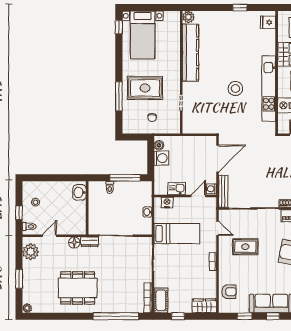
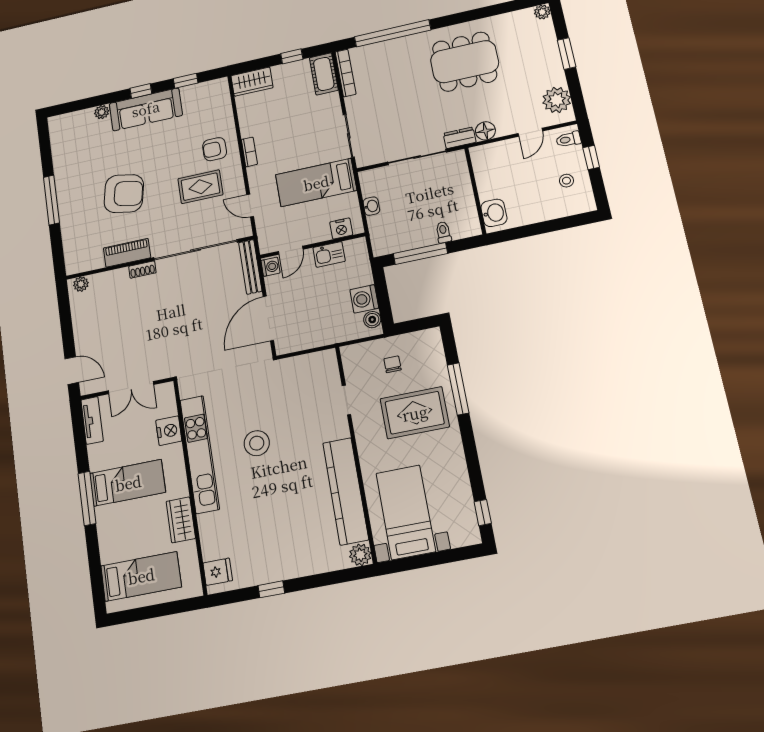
bed with nightstands: (143, 35) -> (406, 512), moved
armchair: (229, 292) -> (215, 149), moved

